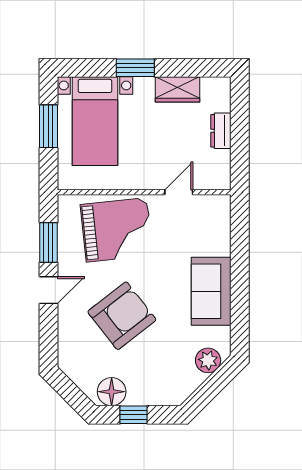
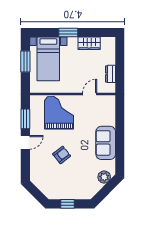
dresser: (221, 131) -> (110, 74), moved
grand piano: (117, 230) -> (59, 113), turned -84
armchair: (122, 316) -> (62, 155), width x0.53, depth x0.53
floor lamp: (112, 392) -> (57, 192), removed

